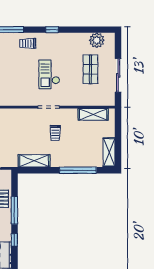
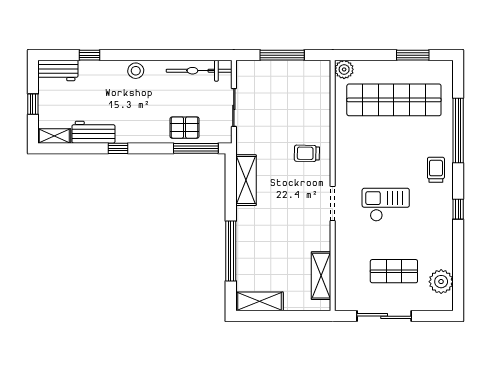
trolley: (55, 133) -> (307, 153), moved
window: (14, 210) -> (196, 148), moved

